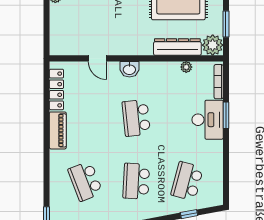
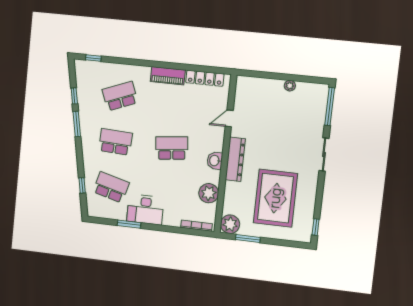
dresser: (177, 47) -> (235, 159), moved
plant: (186, 67) -> (209, 193), width x1.87, depth x1.87
washbasin: (129, 69) -> (215, 161), moved
window: (226, 115) -> (129, 224), moved
desk: (208, 120) -> (145, 210), moved

